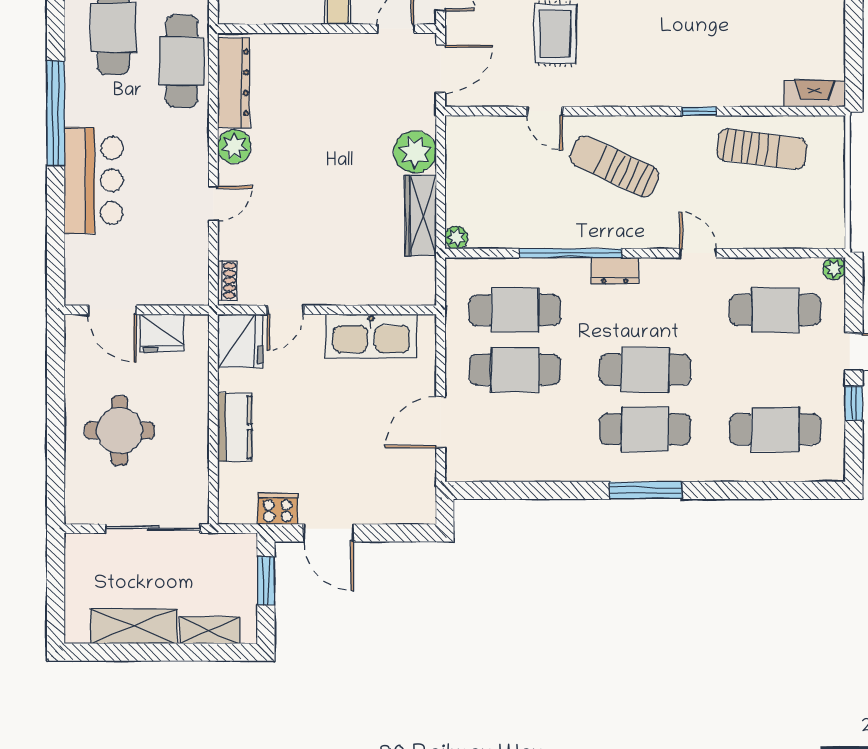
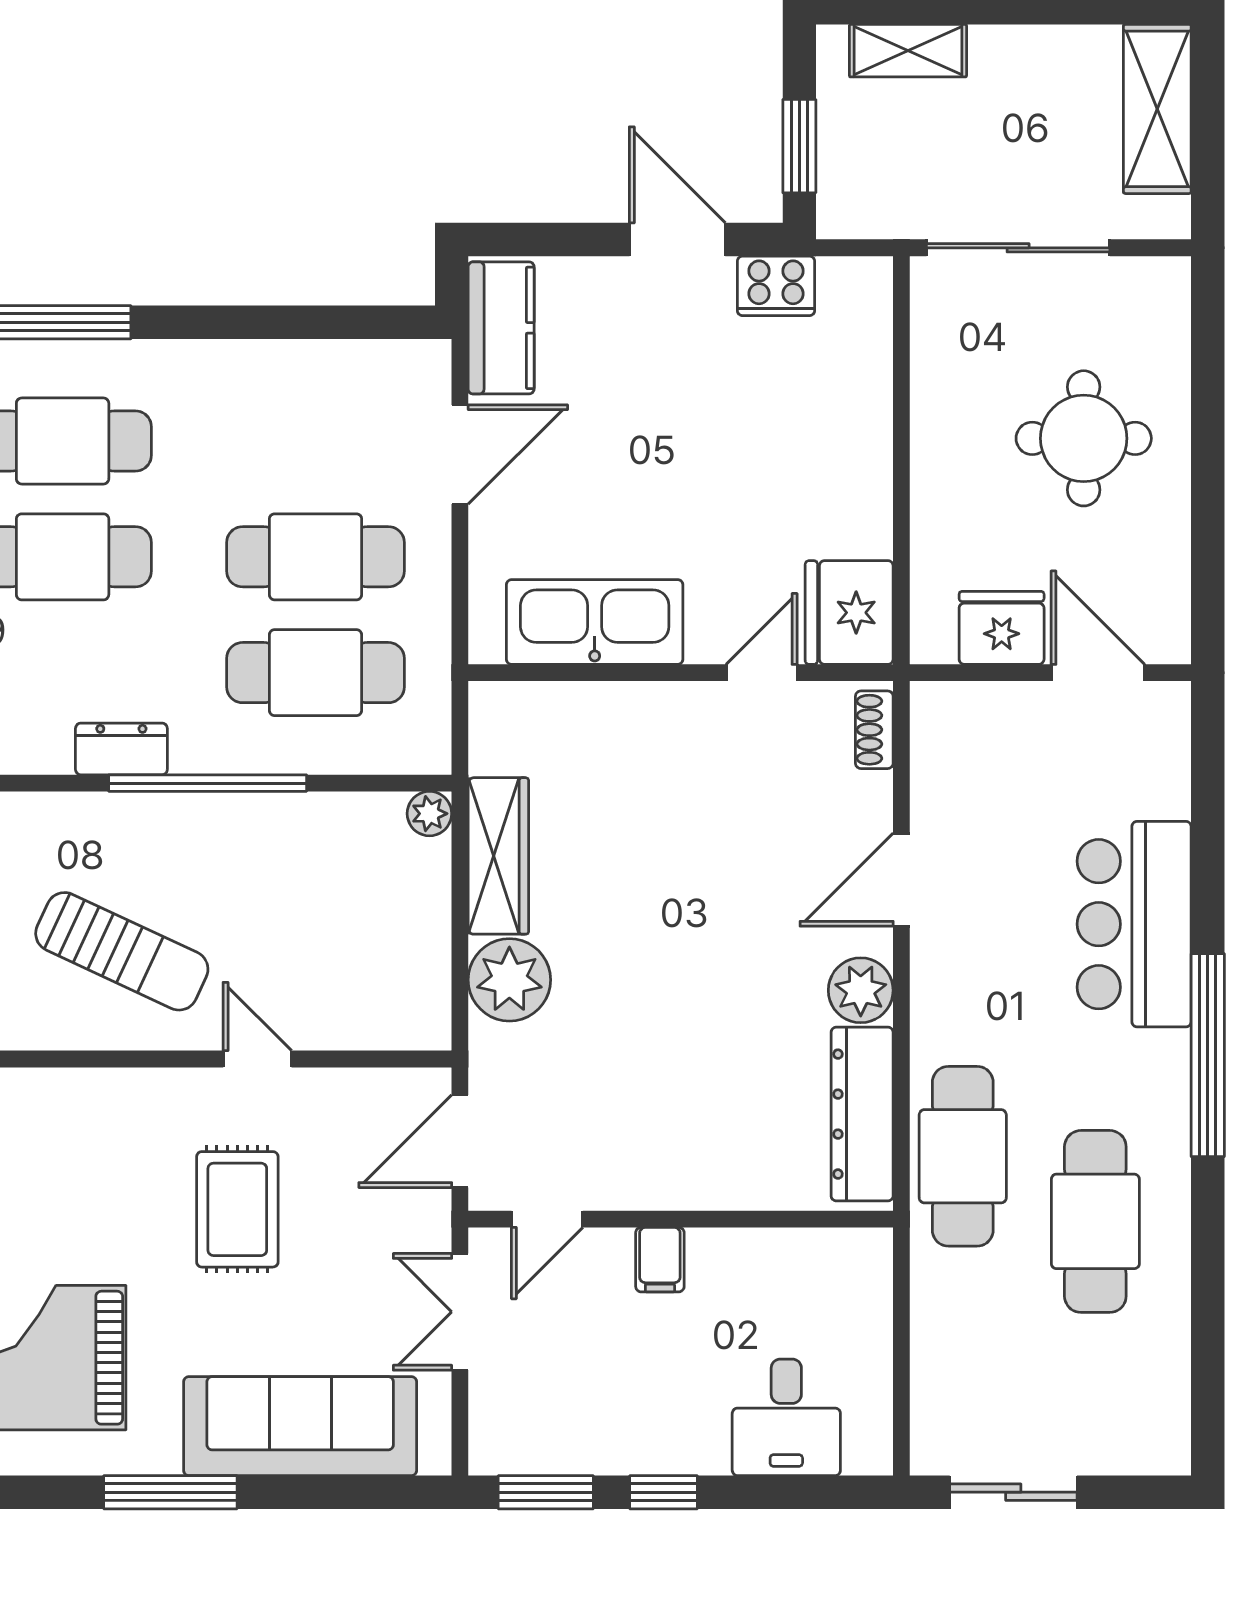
door: (213, 203) -> (901, 880), width x1.38
kitchen counter: (235, 427) -> (501, 328), moved, turned 180
shelving: (134, 626) -> (1157, 109), moved, turned 90

